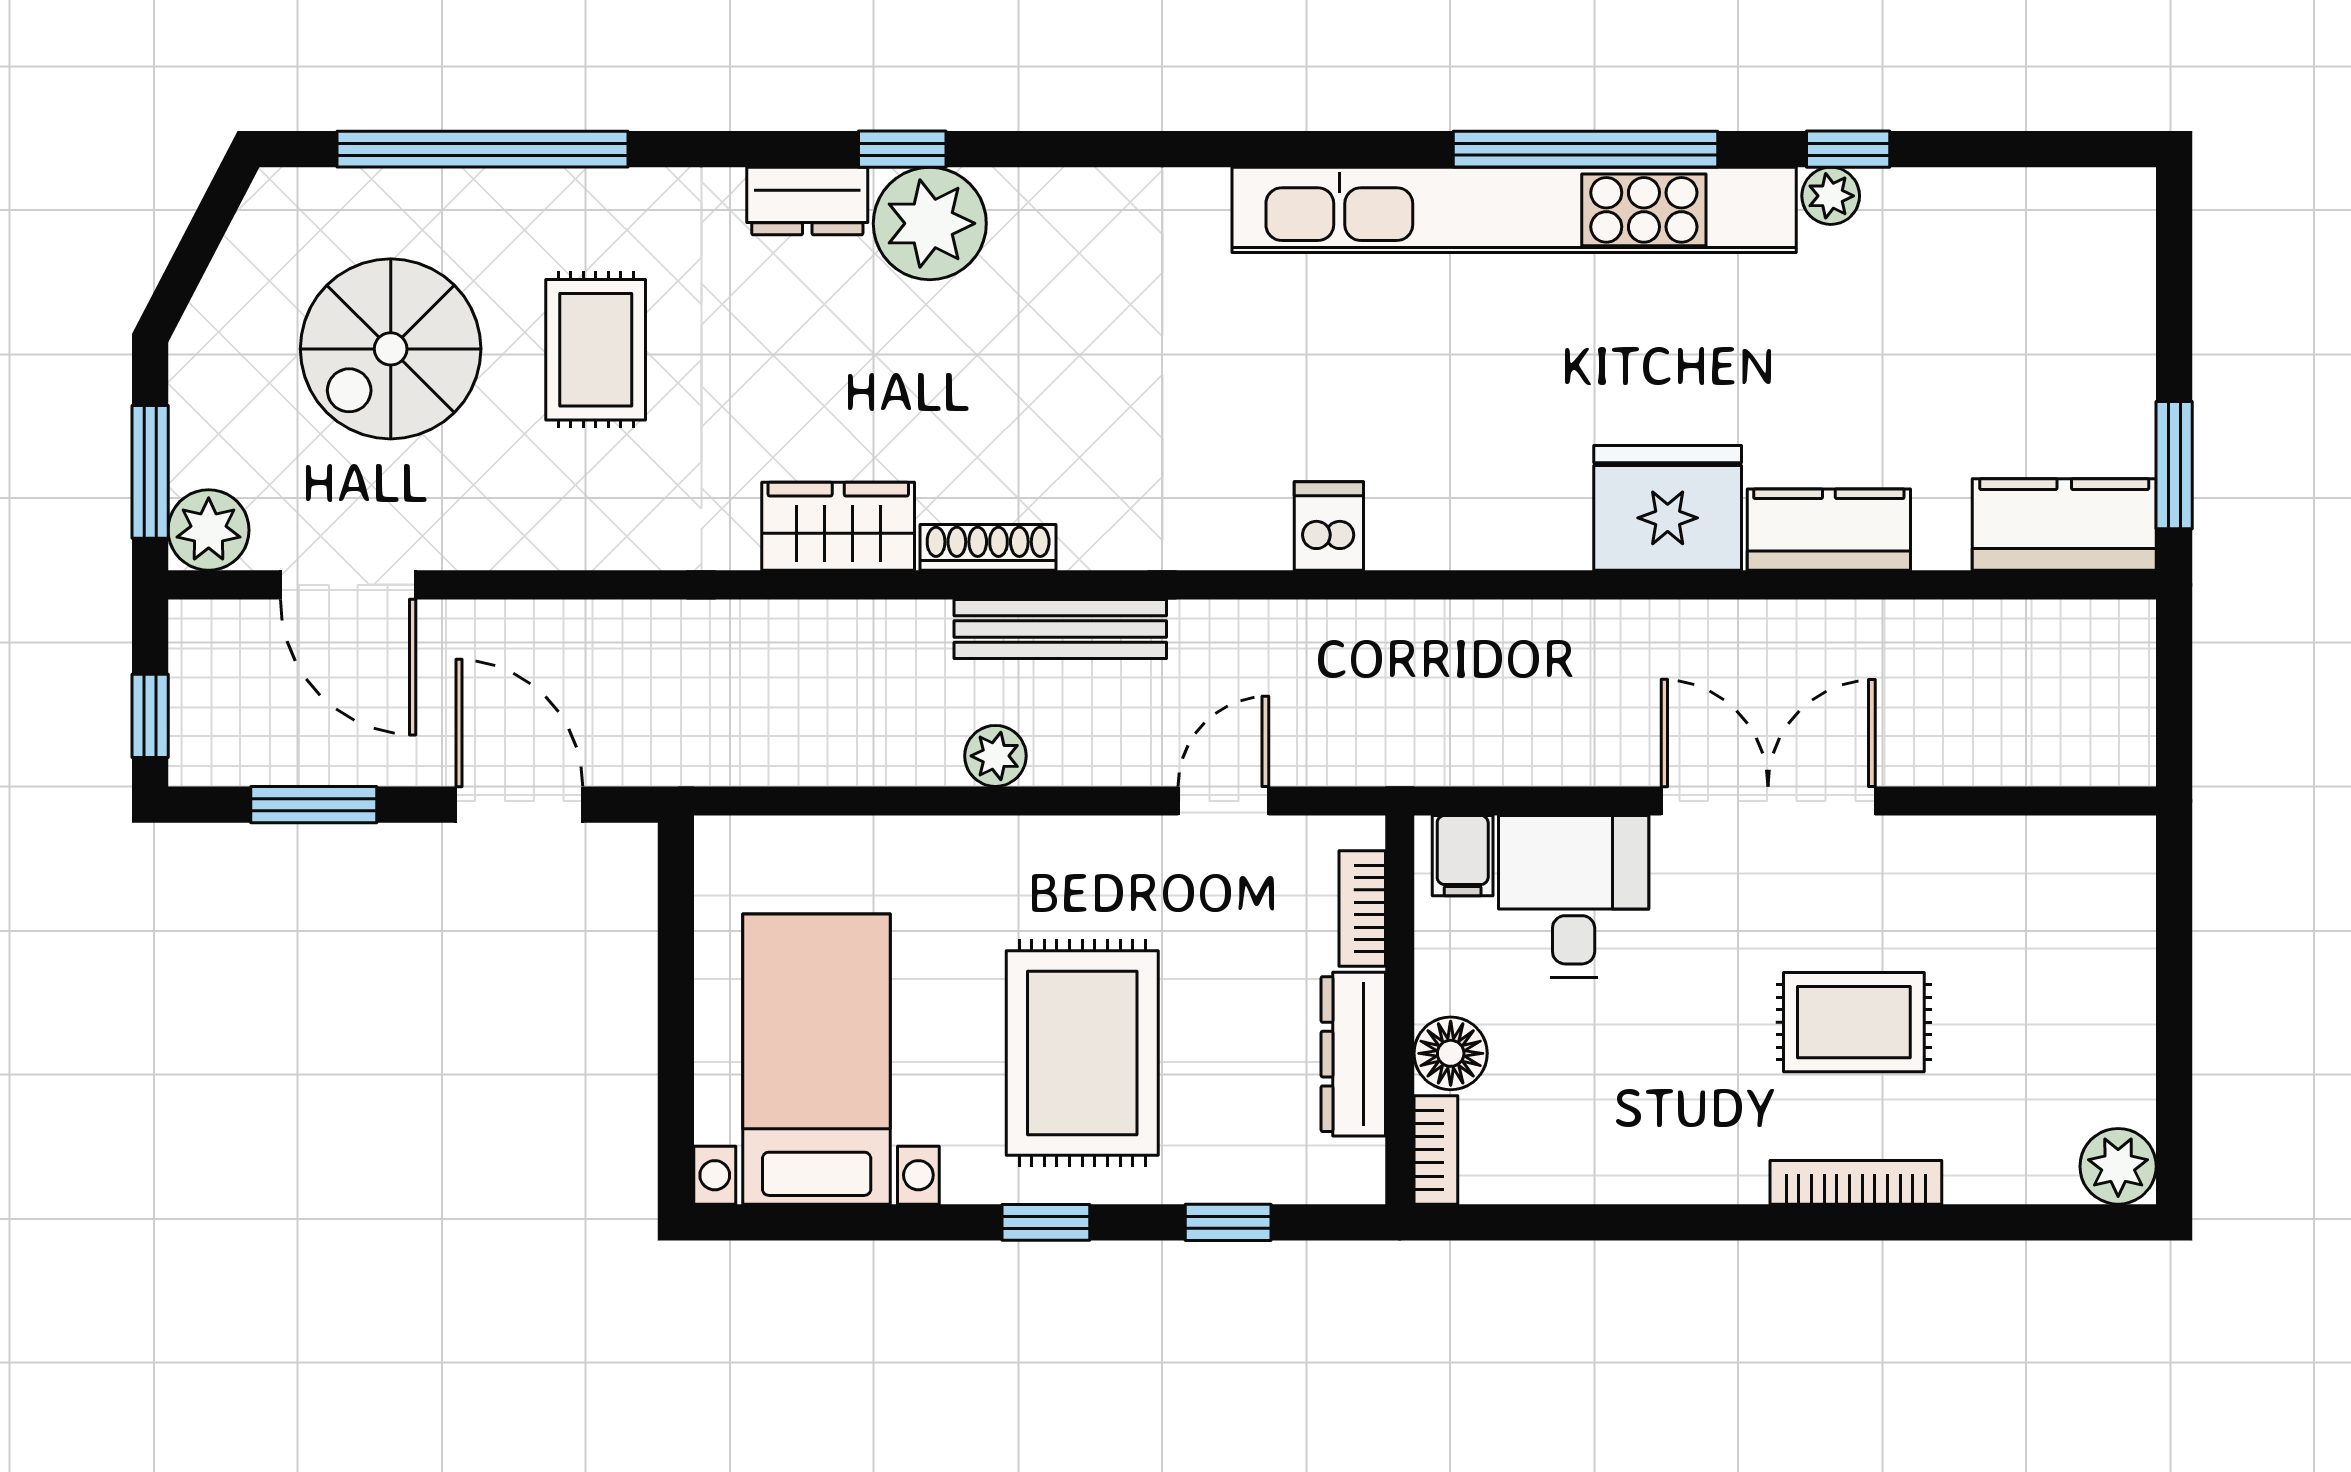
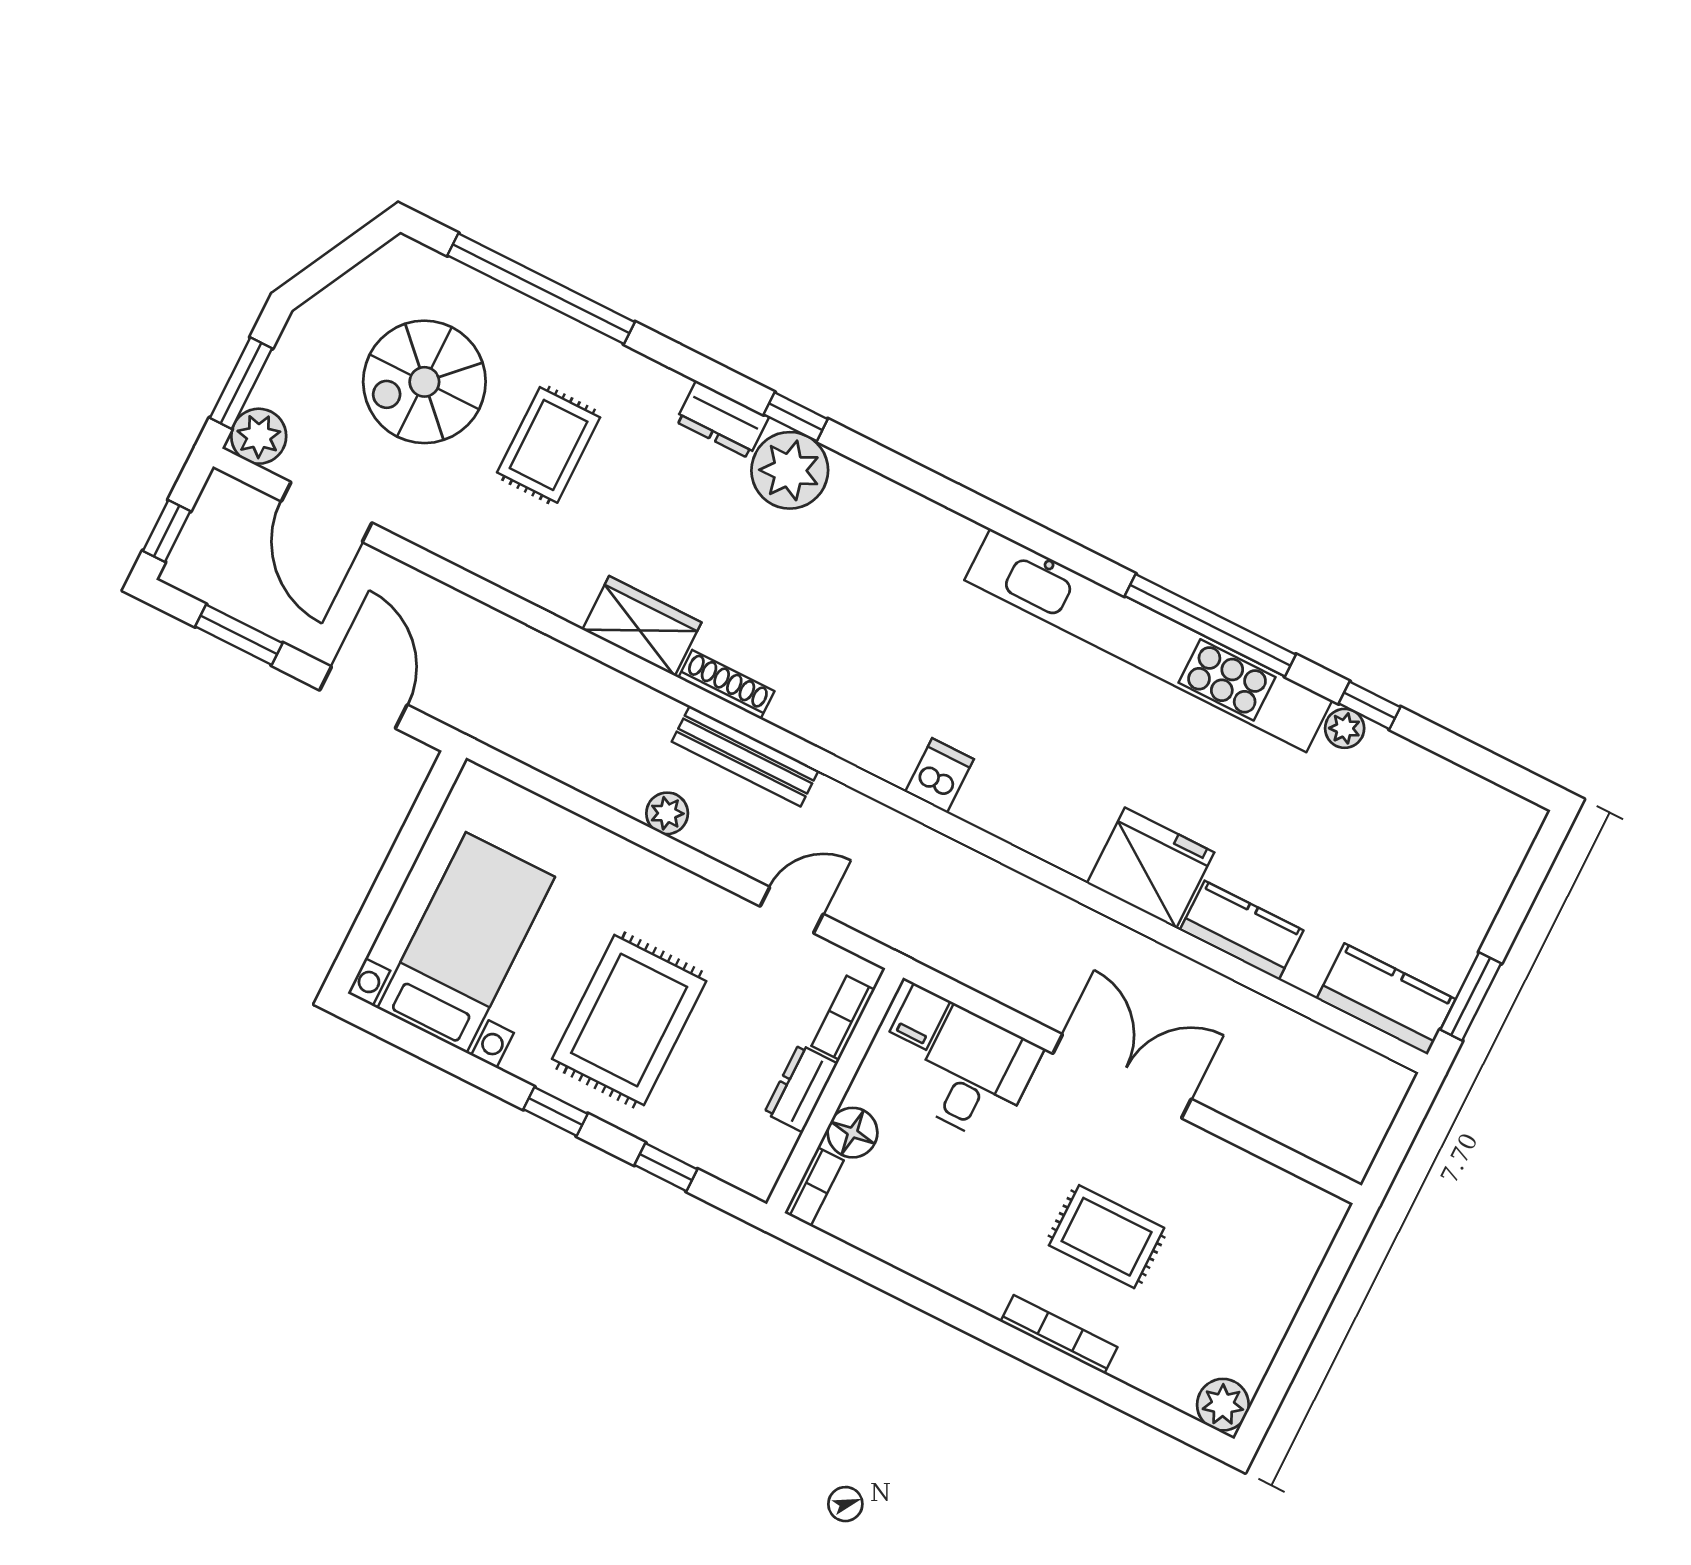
dresser: (1353, 1054) -> (801, 1088), width x0.70

